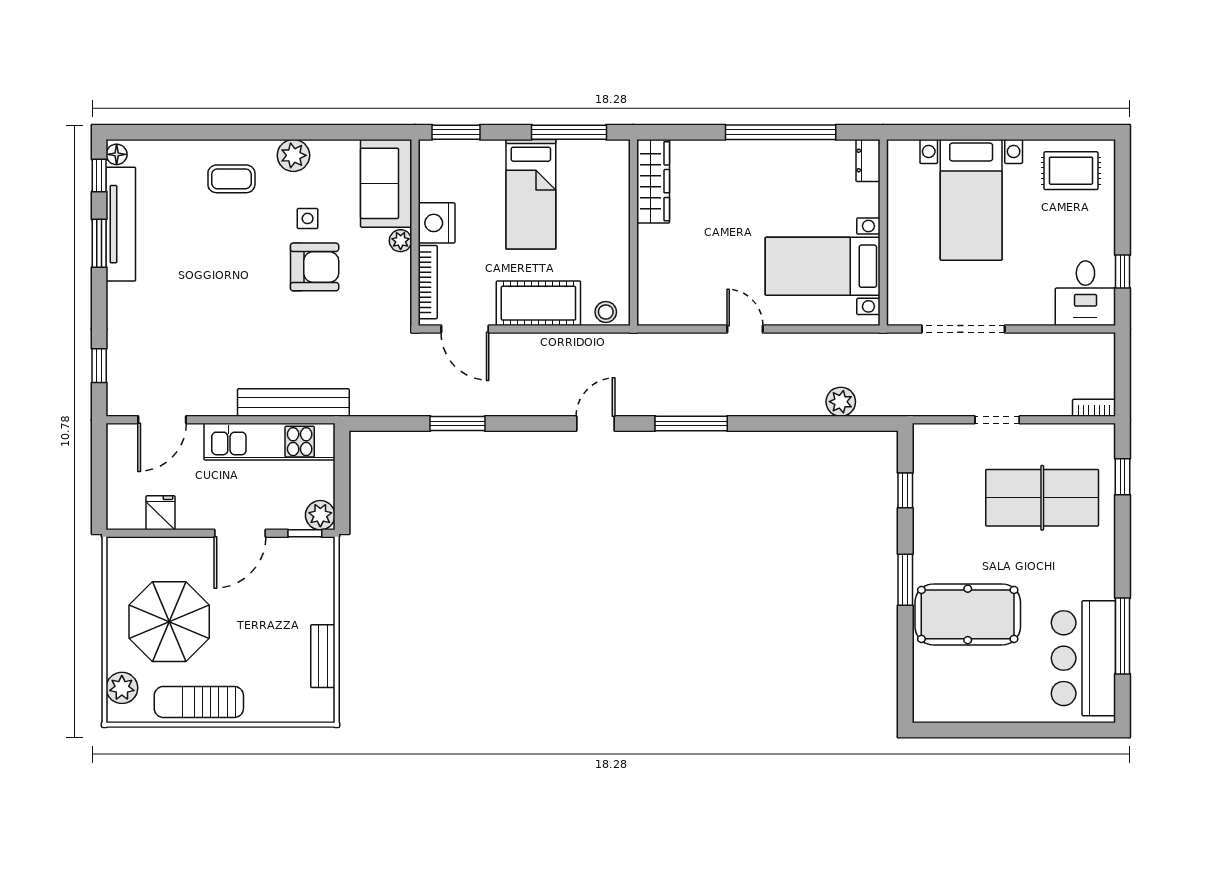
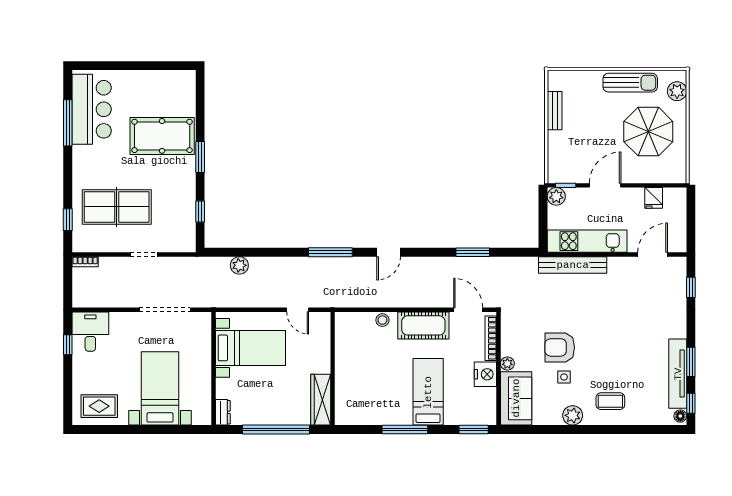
wardrobe: (653, 181) -> (321, 400), moved
wall: (634, 232) -> (333, 369), moved

